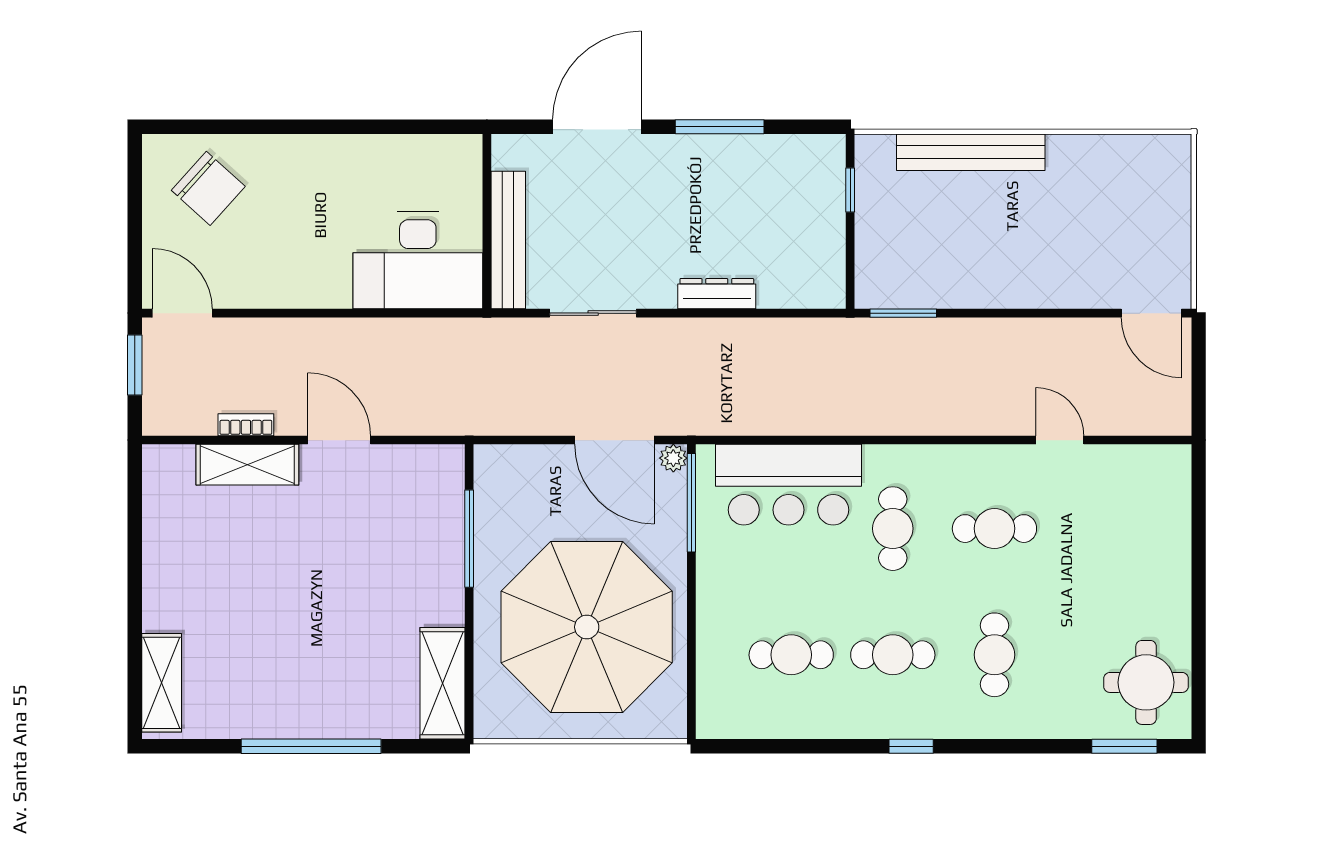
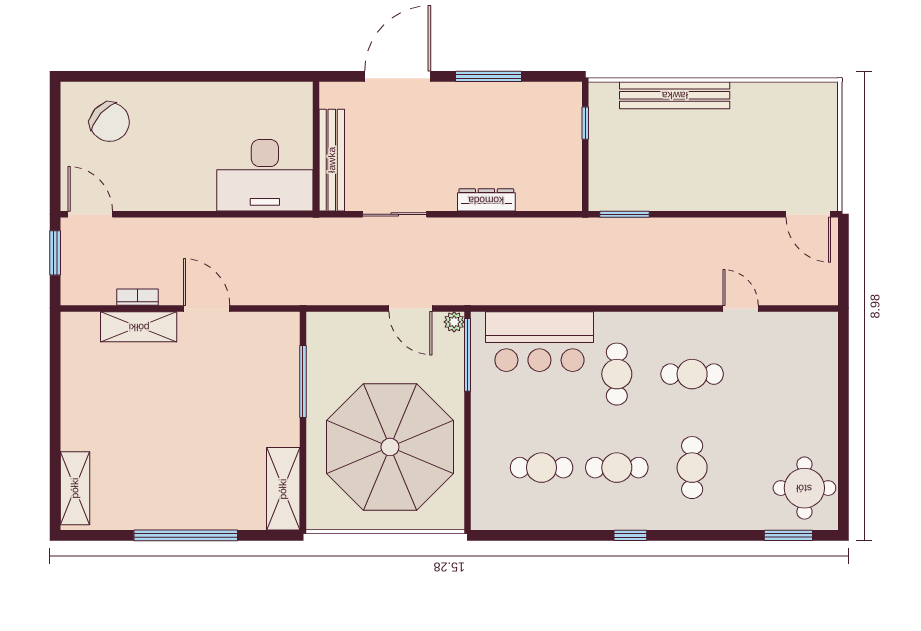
door: (614, 440) -> (410, 308), width x0.73

